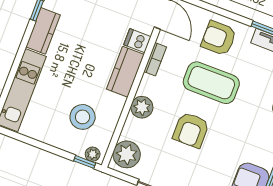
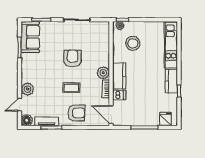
coffee table: (211, 83) -> (71, 88), width x0.54, depth x0.58
plant: (142, 107) -> (103, 73), moved
plant: (127, 154) -> (102, 32), removed

